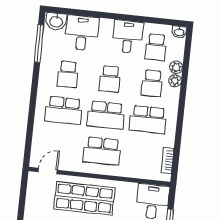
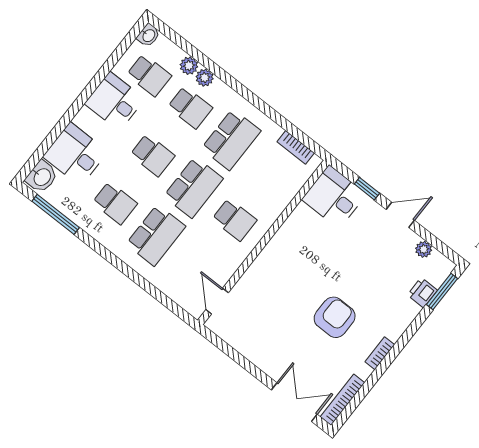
school desk: (102, 151) -> (234, 220), width x0.54
shop shelf: (84, 198) -> (278, 277), removed

